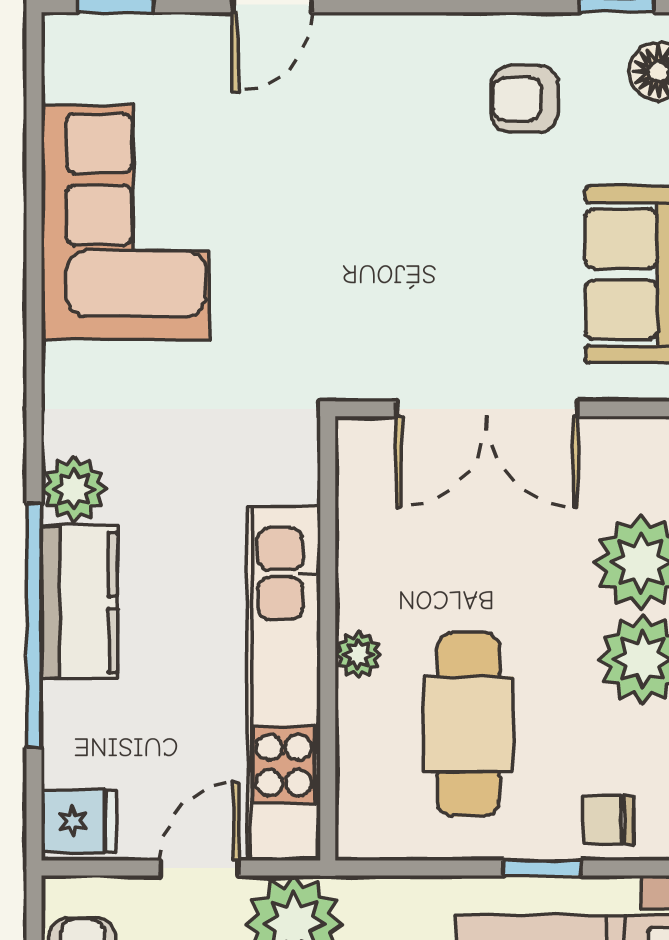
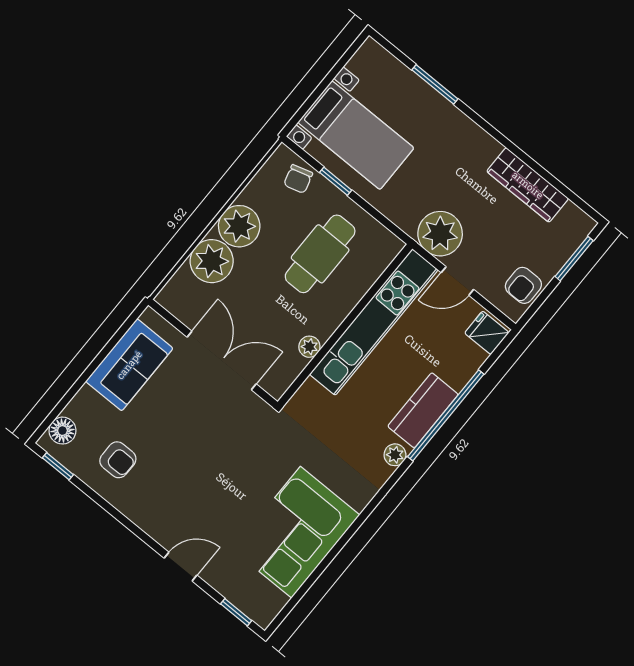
plant: (74, 489) -> (395, 455), width x0.73, depth x0.73
plant: (358, 654) -> (309, 347), moved
chair: (608, 820) -> (298, 179), turned 74

